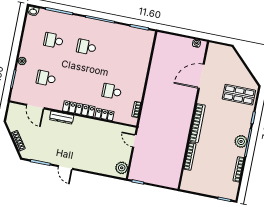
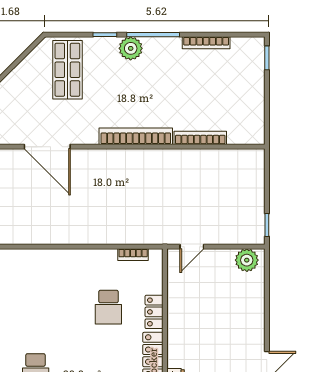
plant: (241, 141) -> (131, 48), moved

